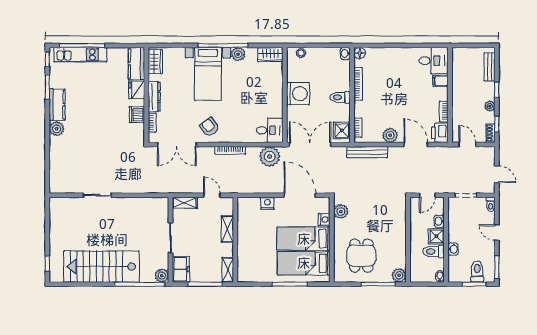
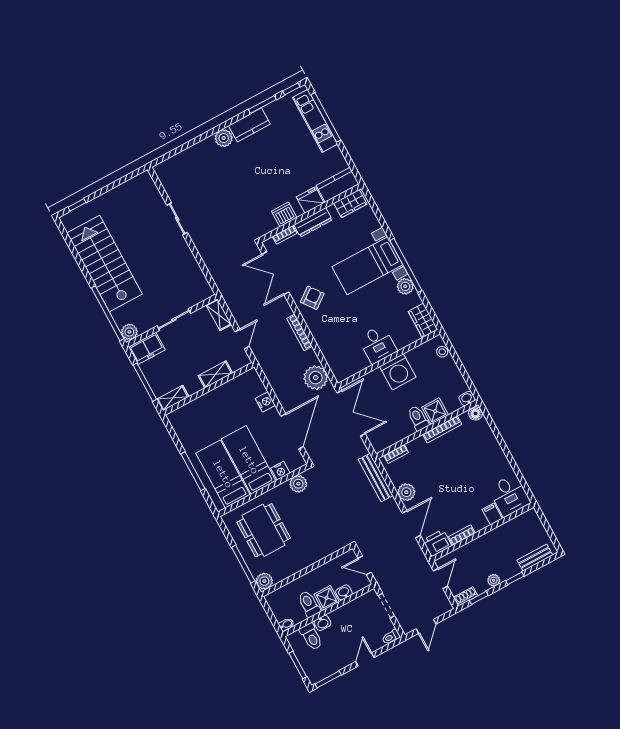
desk: (270, 130) -> (377, 344), moved
shower: (342, 130) -> (435, 411), moved
dining table: (361, 256) -> (264, 530), width x1.38
toilet: (477, 272) -> (311, 637), moved, turned 90

